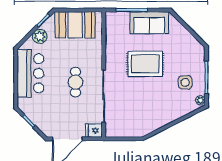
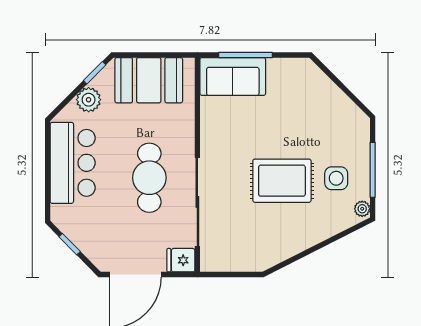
sofa: (149, 23) -> (233, 76), moved
rug: (145, 64) -> (282, 181), moved
cafe table: (75, 82) -> (149, 178), width x1.37, depth x1.35

